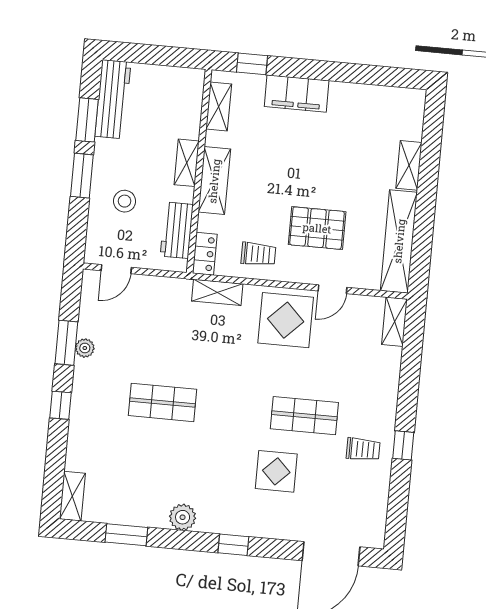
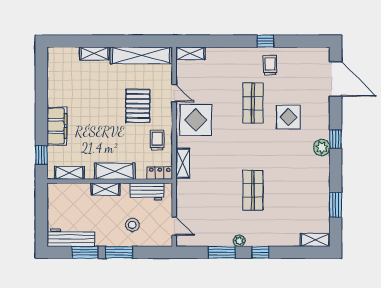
plant: (85, 348) -> (239, 241), moved
plant: (183, 517) -> (322, 148), moved

